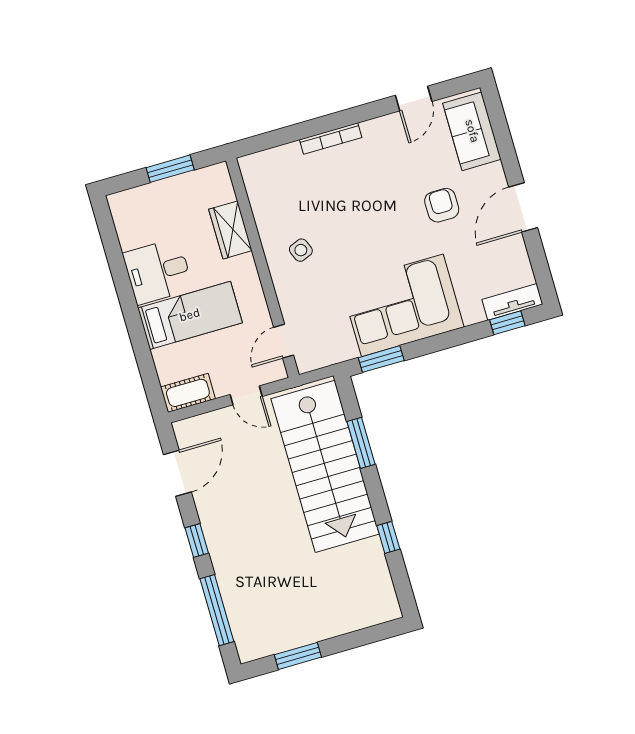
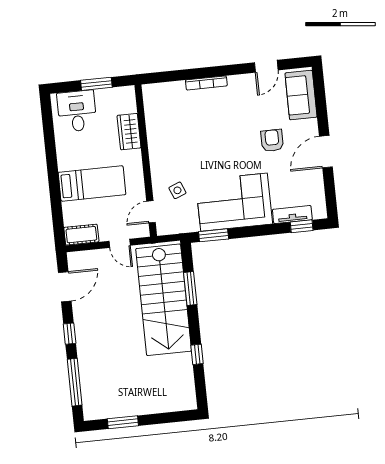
side table: (301, 250) -> (177, 190), moved
desk: (158, 271) -> (77, 111), moved, turned 90
tv unit: (512, 302) -> (292, 215), moved

